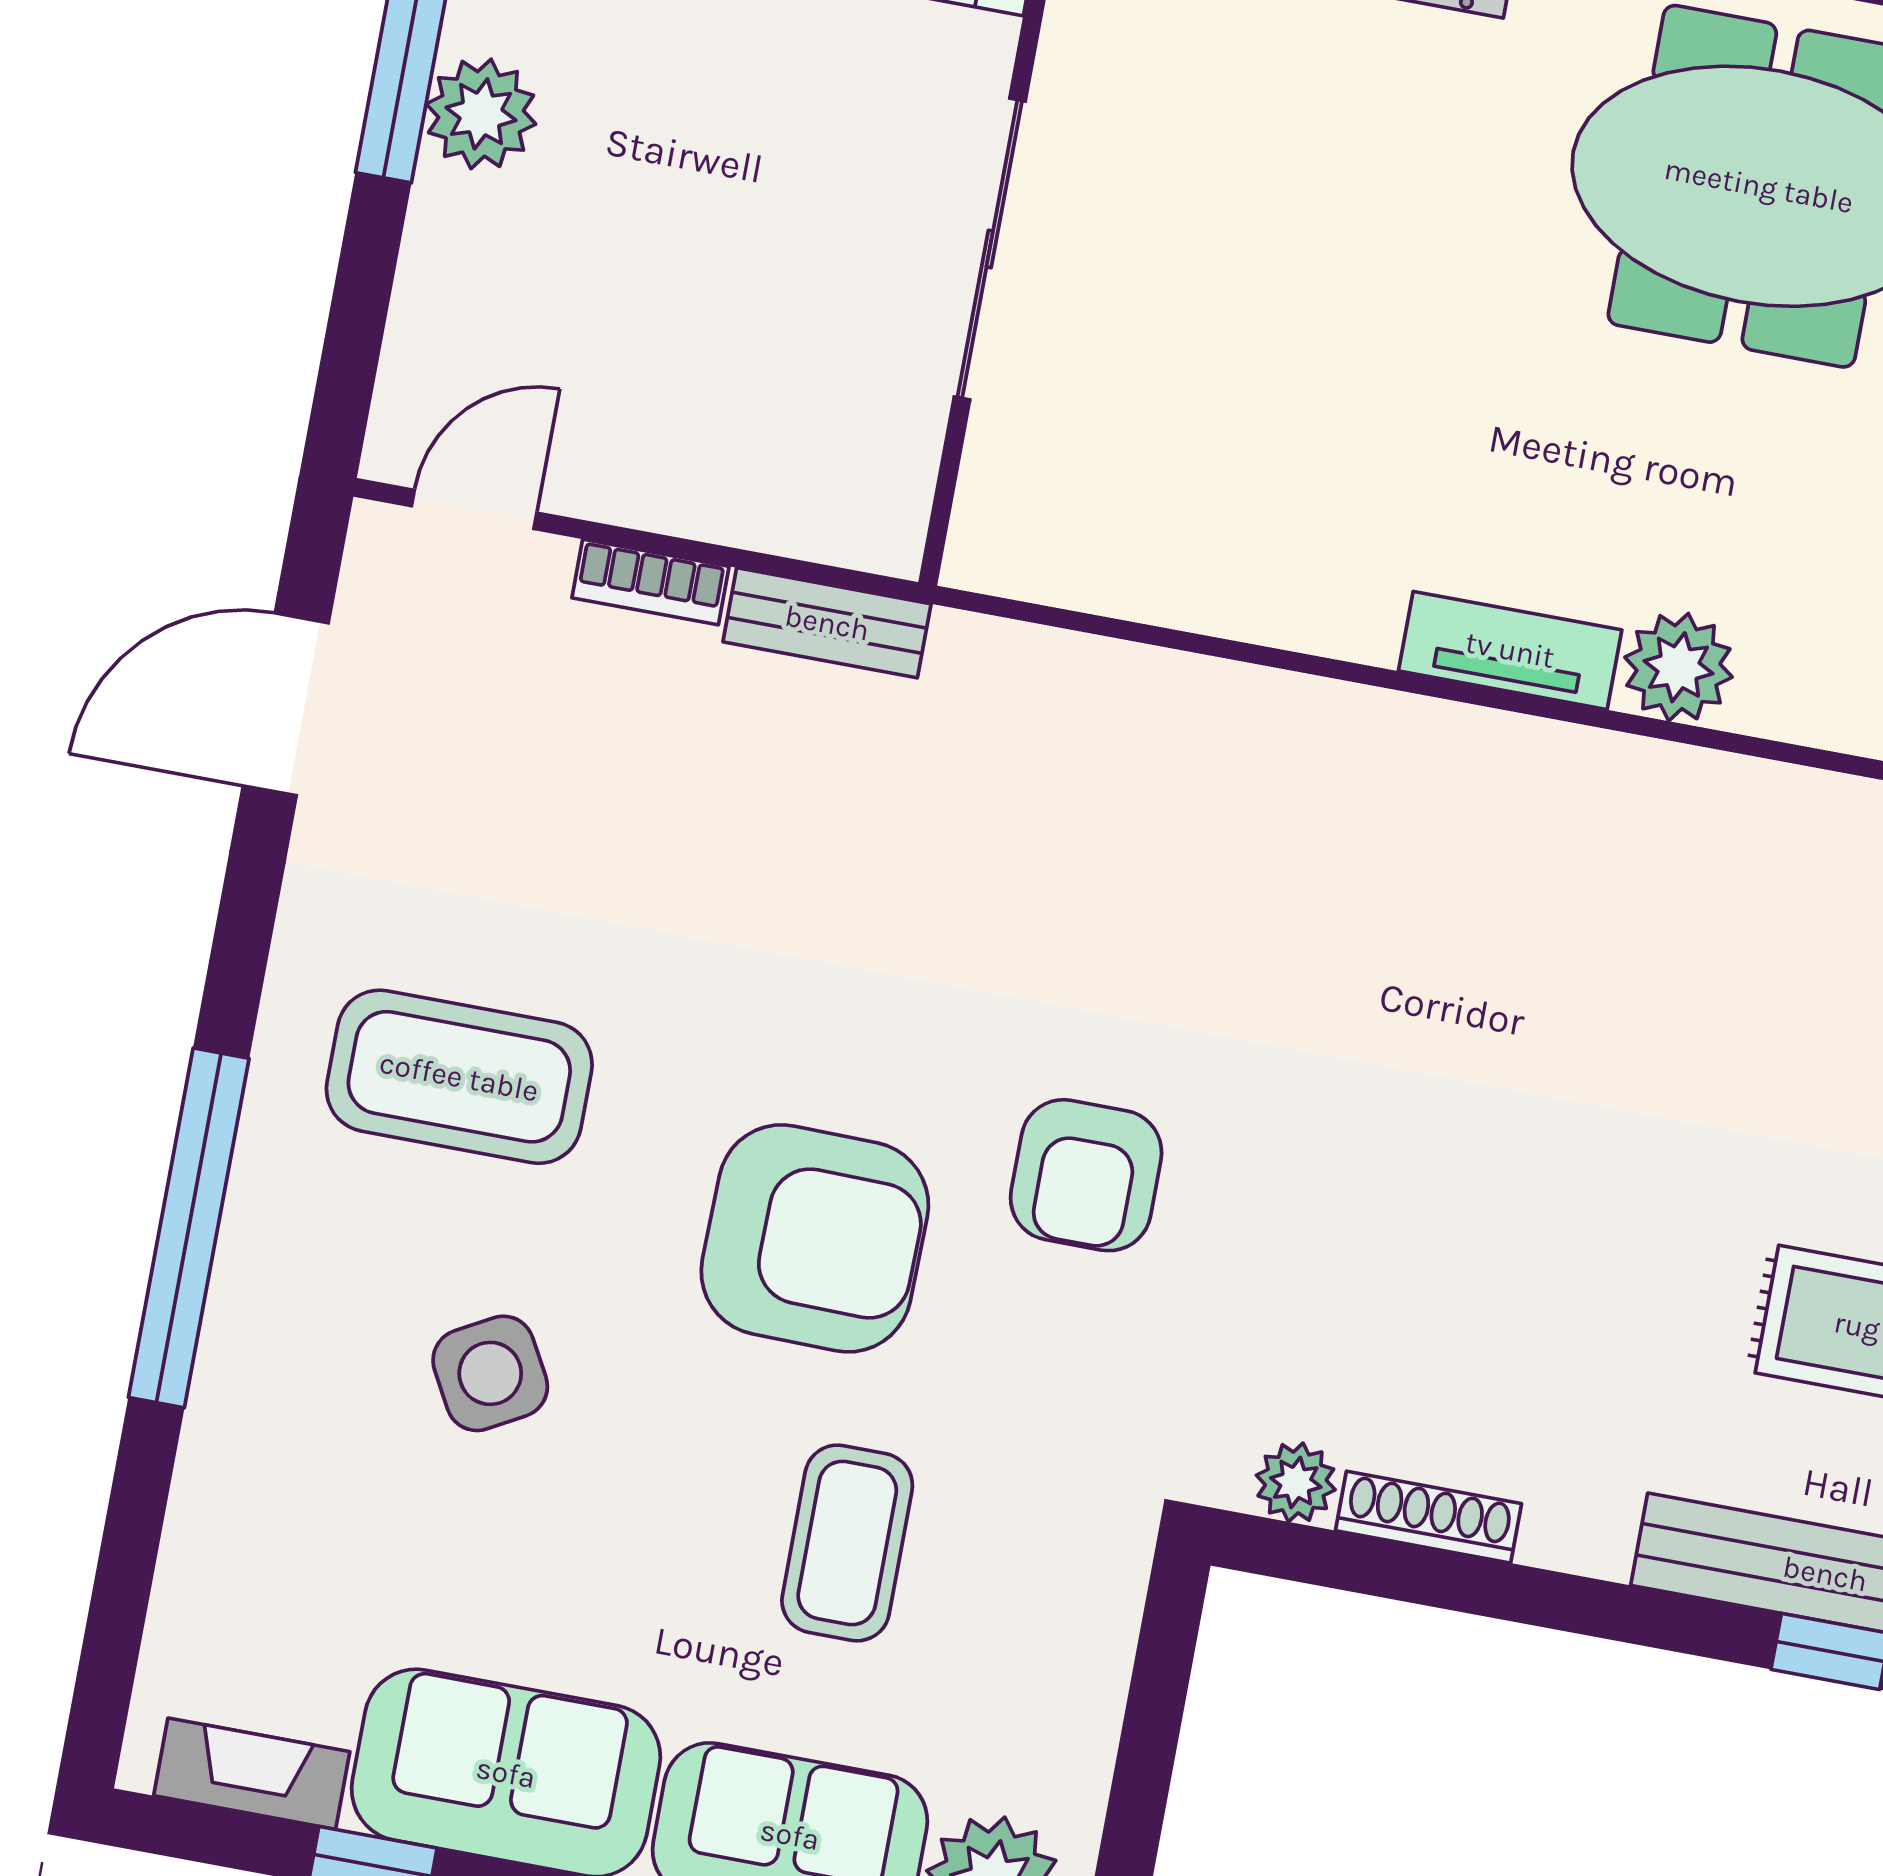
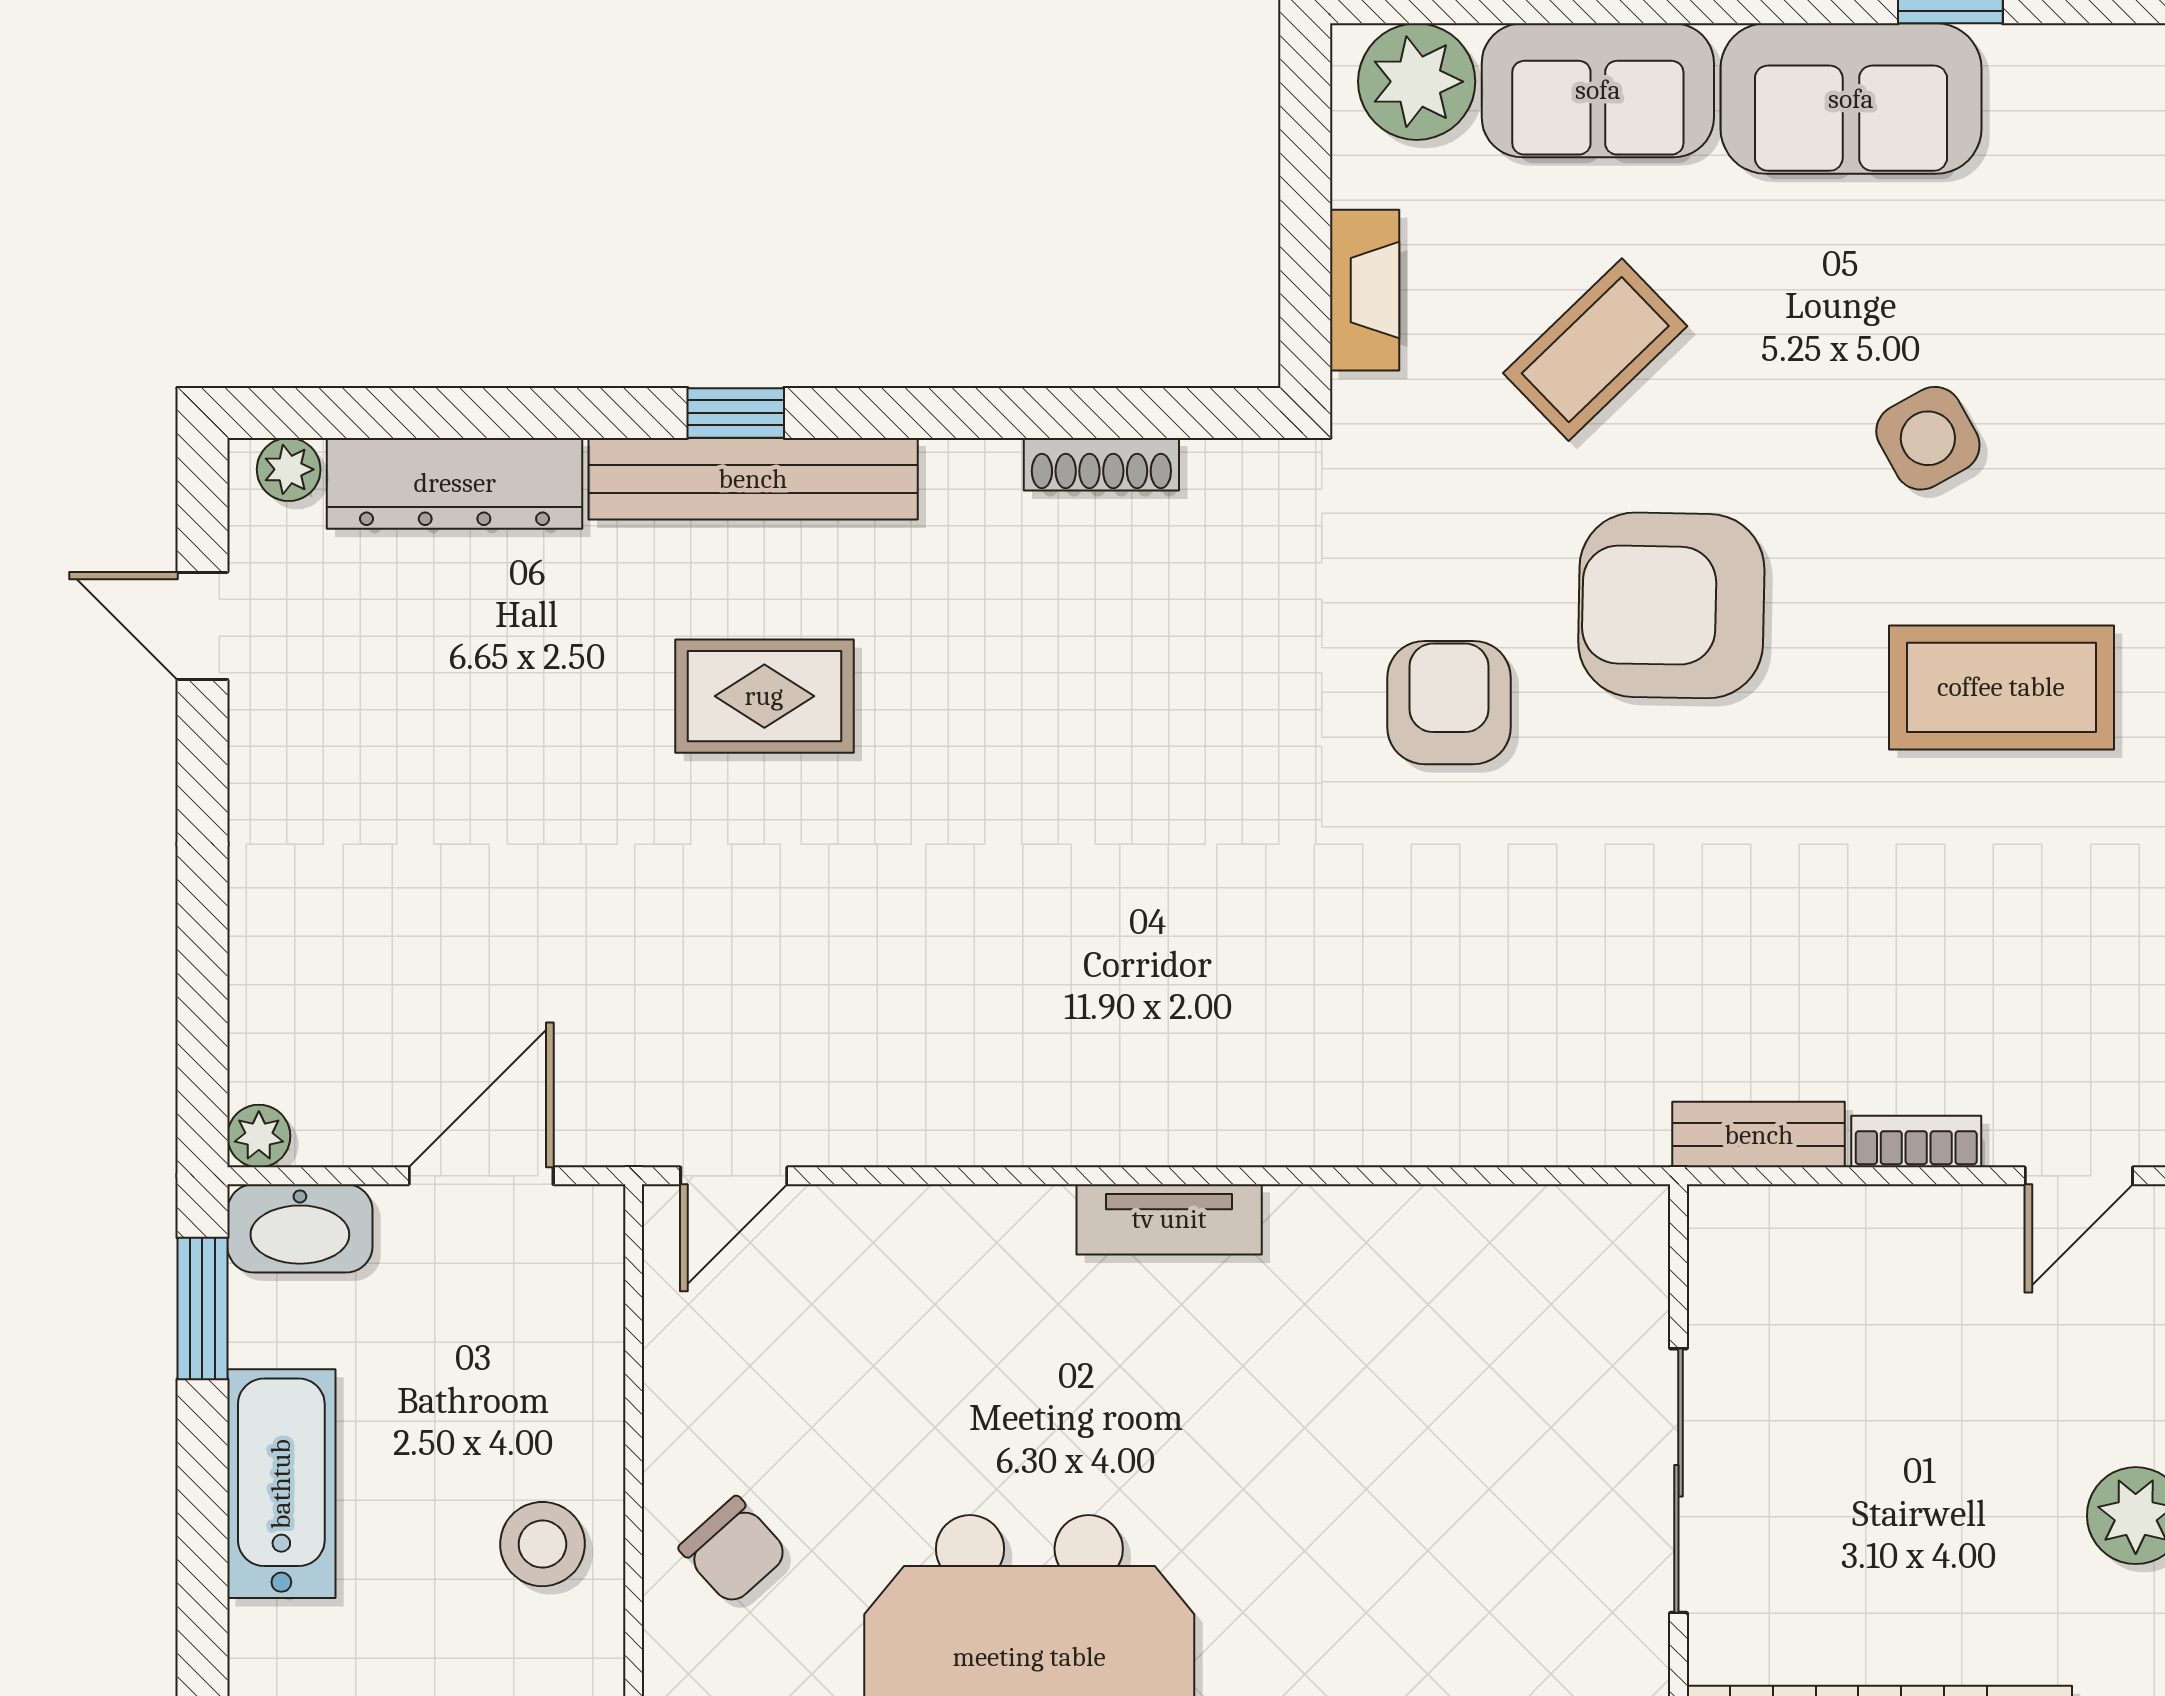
plant: (1678, 667) -> (1022, 1232), removed
plant: (1296, 1482) -> (1221, 473), removed
coffee table: (847, 1543) -> (1595, 350), turned 46
fireplace: (252, 1774) -> (1365, 290), moved, turned -90

